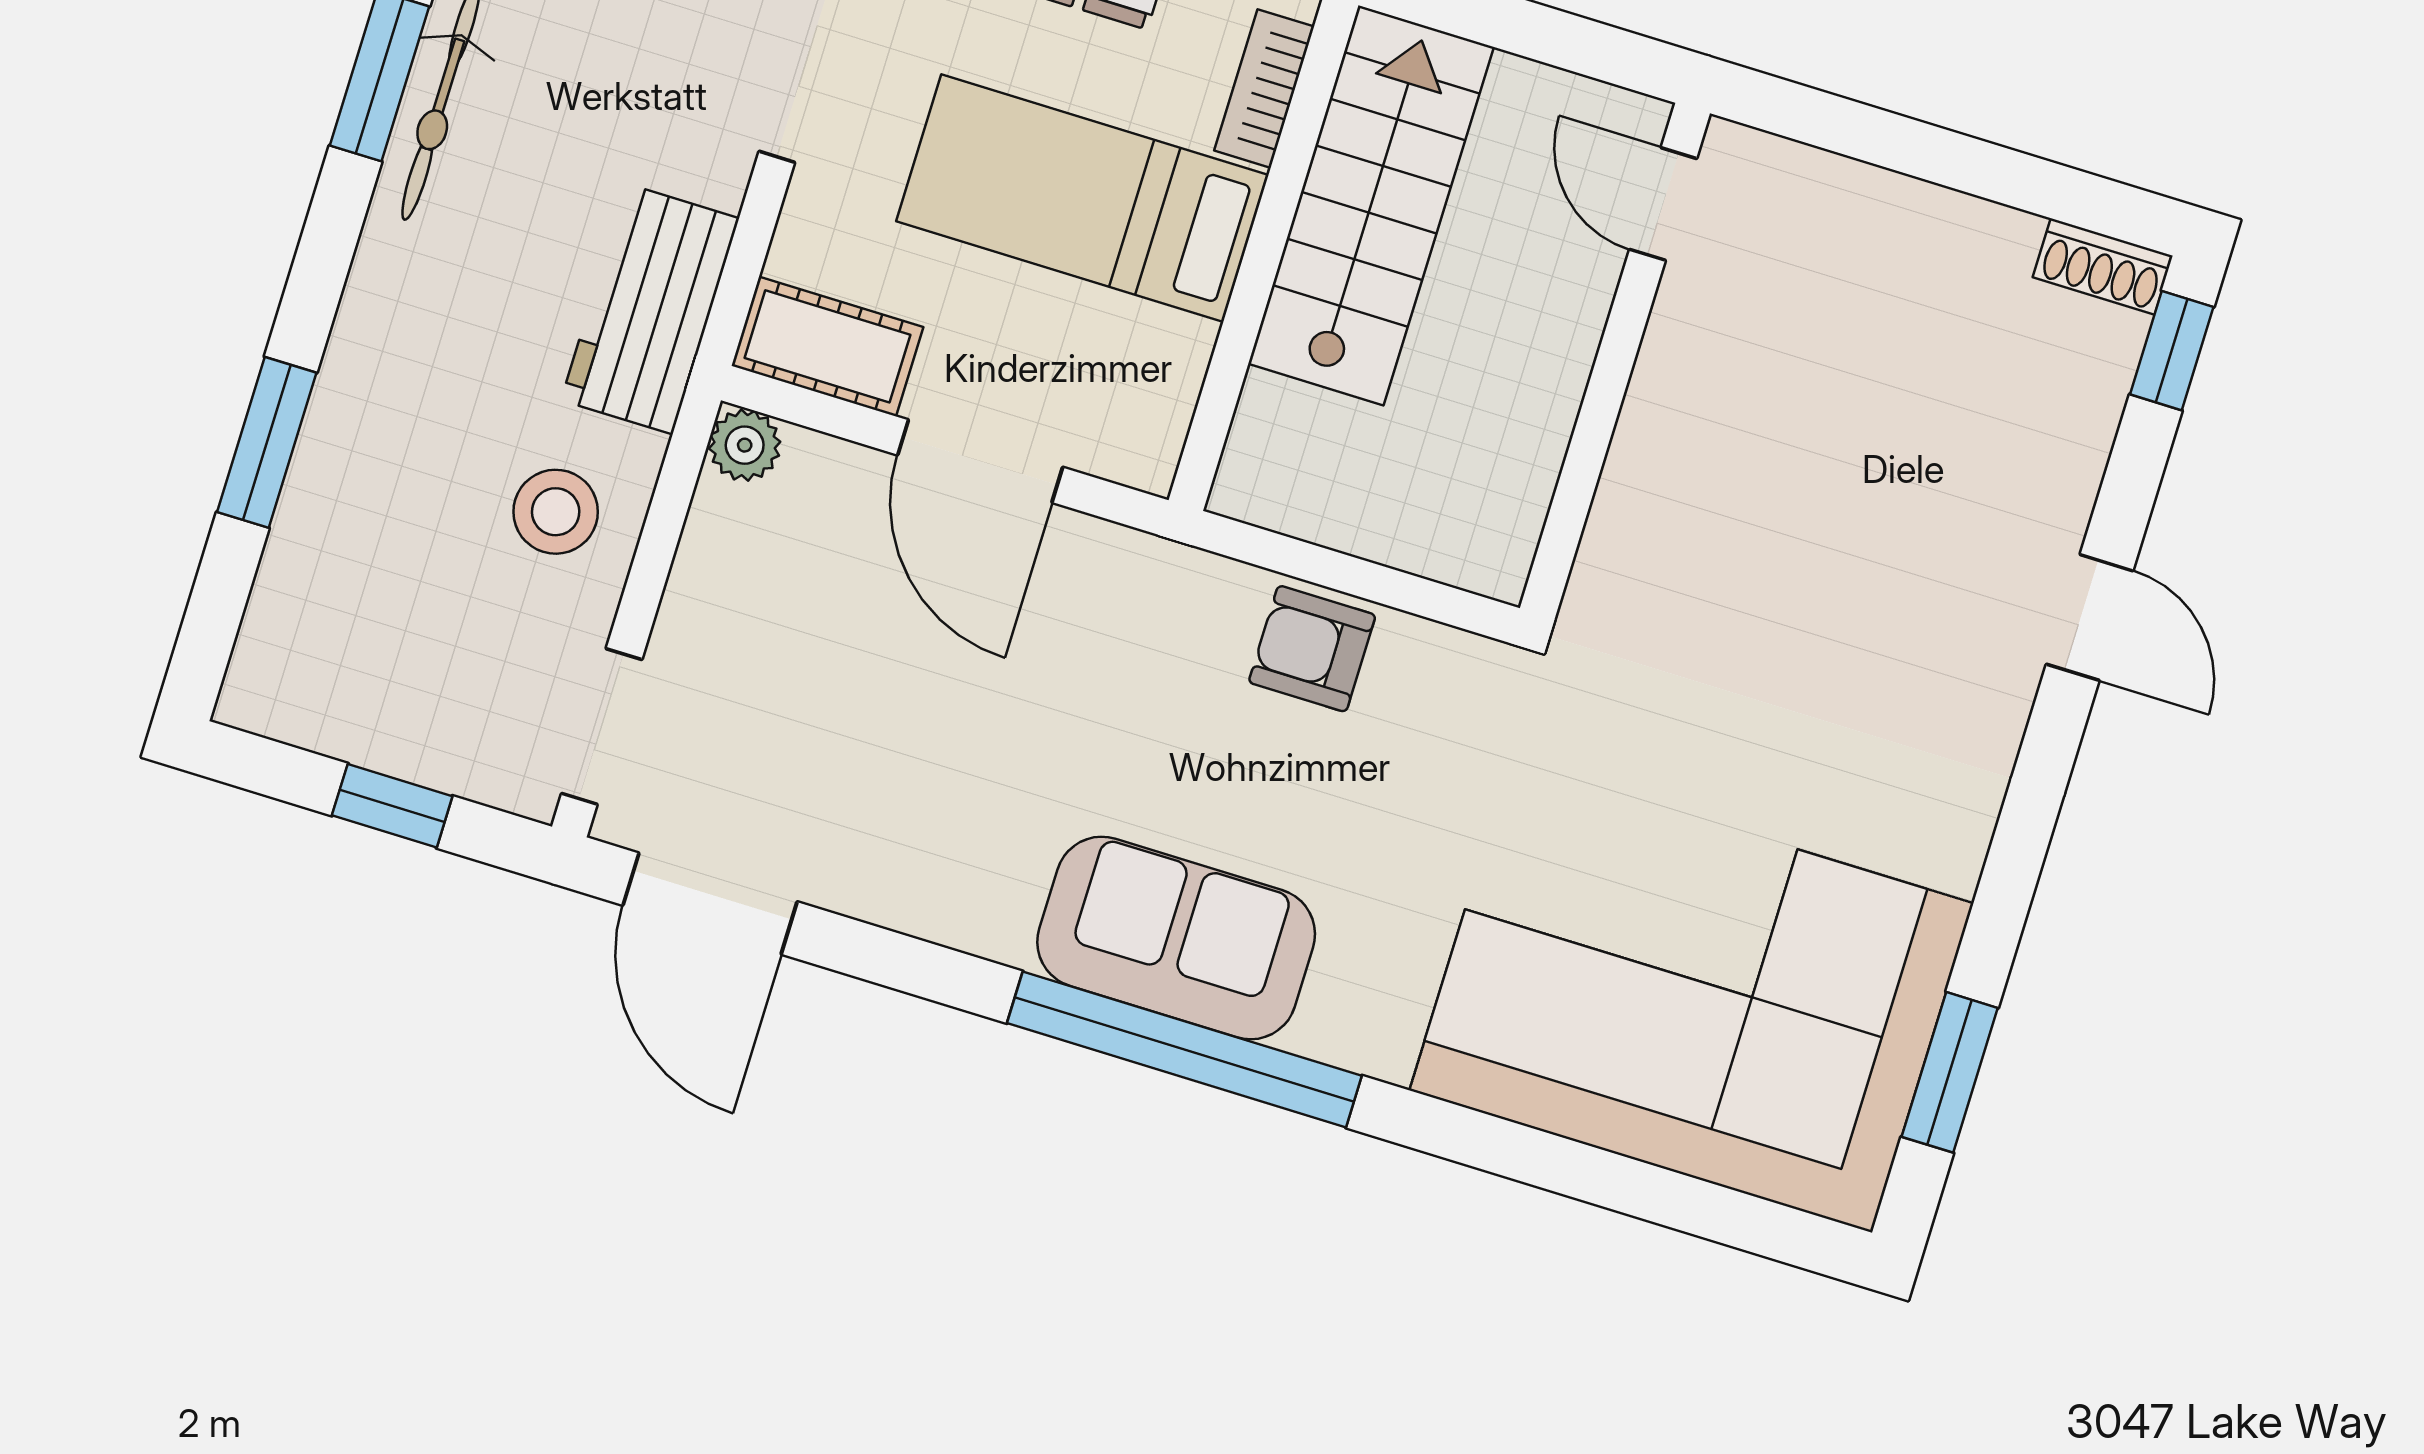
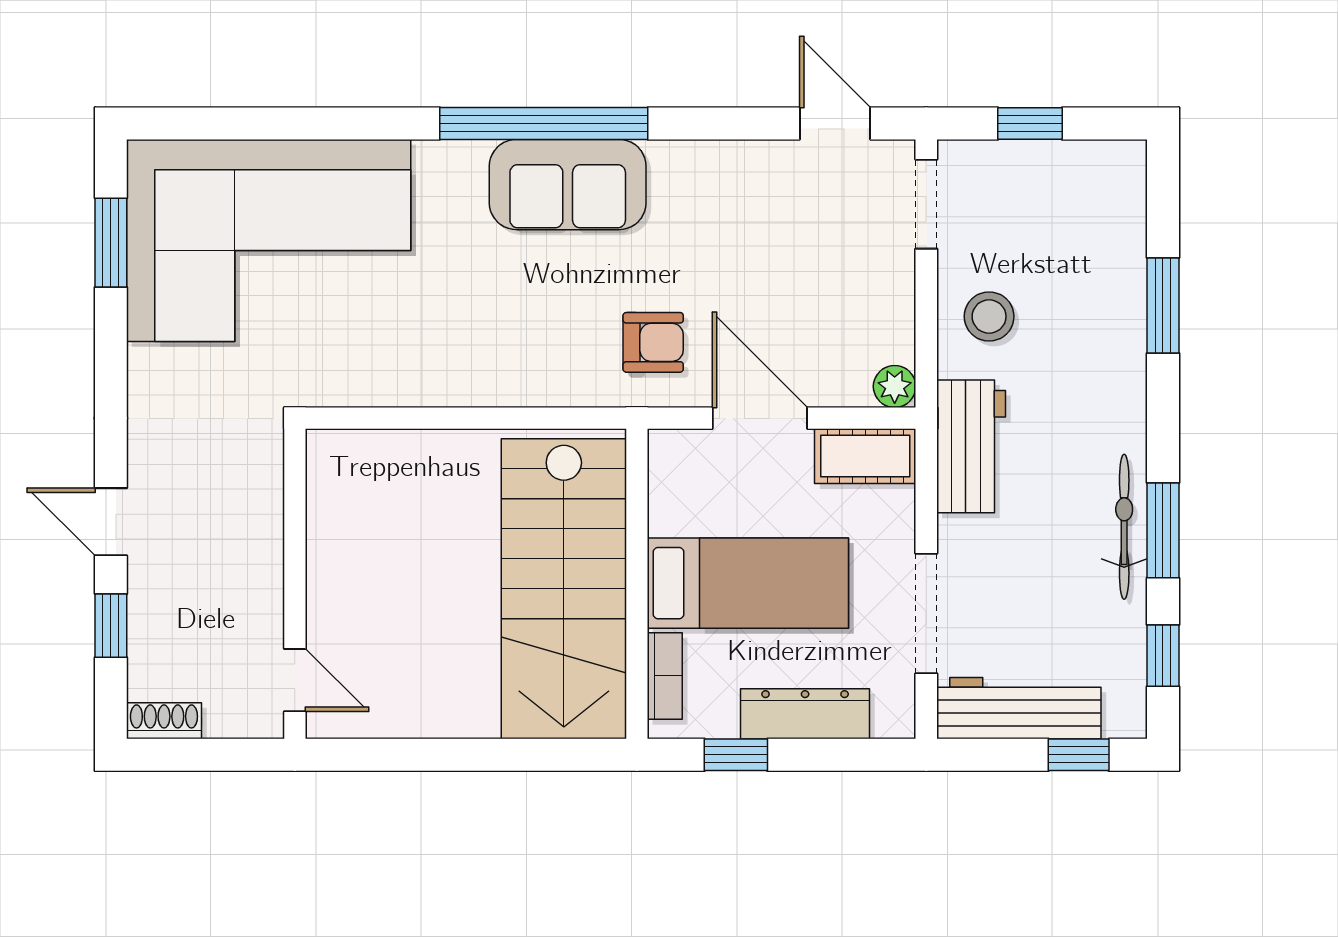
door: (1663, 204) -> (295, 680), moved
stairs: (1371, 205) -> (564, 589), width x1.36, depth x1.51
window: (2172, 351) -> (111, 626), moved
wall: (1615, 361) -> (295, 584), moved
armchair: (1312, 649) -> (653, 342), moved
door: (710, 904) -> (835, 123), width x0.73

